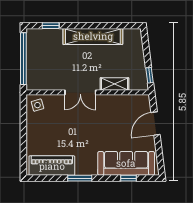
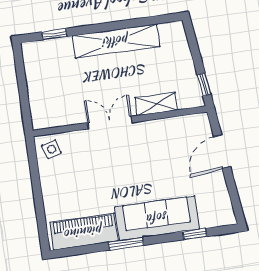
window: (23, 59) -> (22, 86), removed
double door: (80, 92) -> (110, 123), swing flipped
sofa: (126, 163) -> (157, 218), moved

